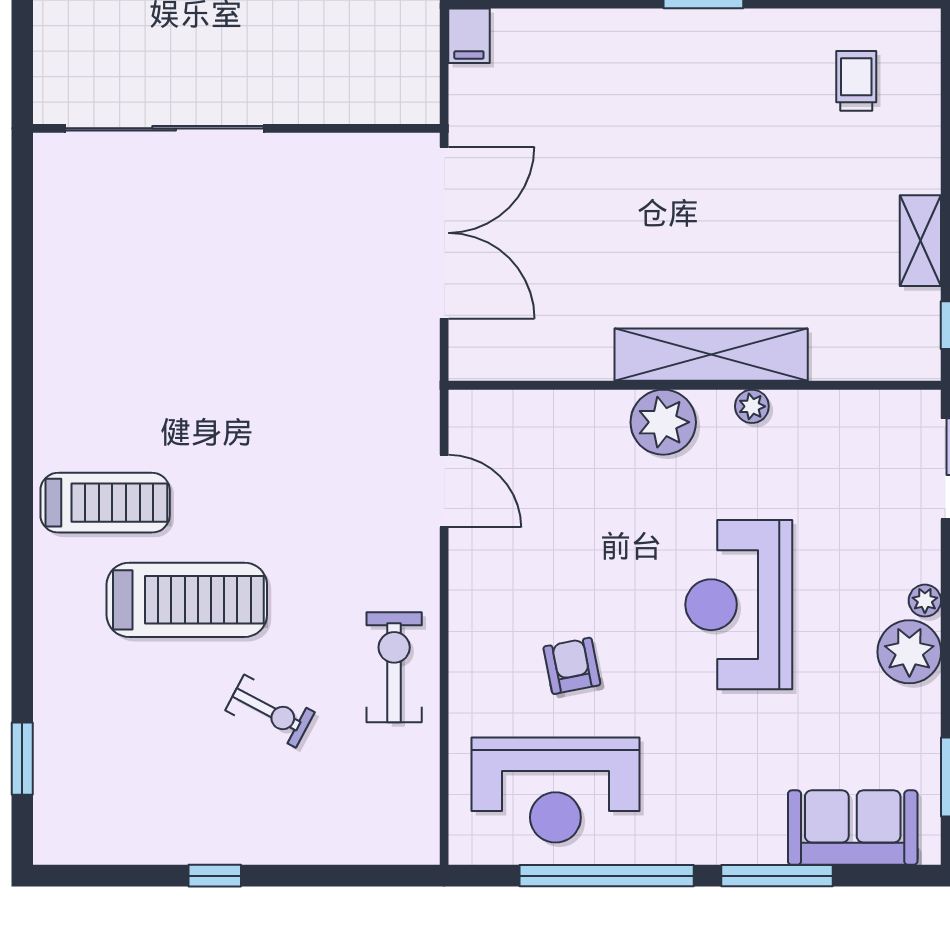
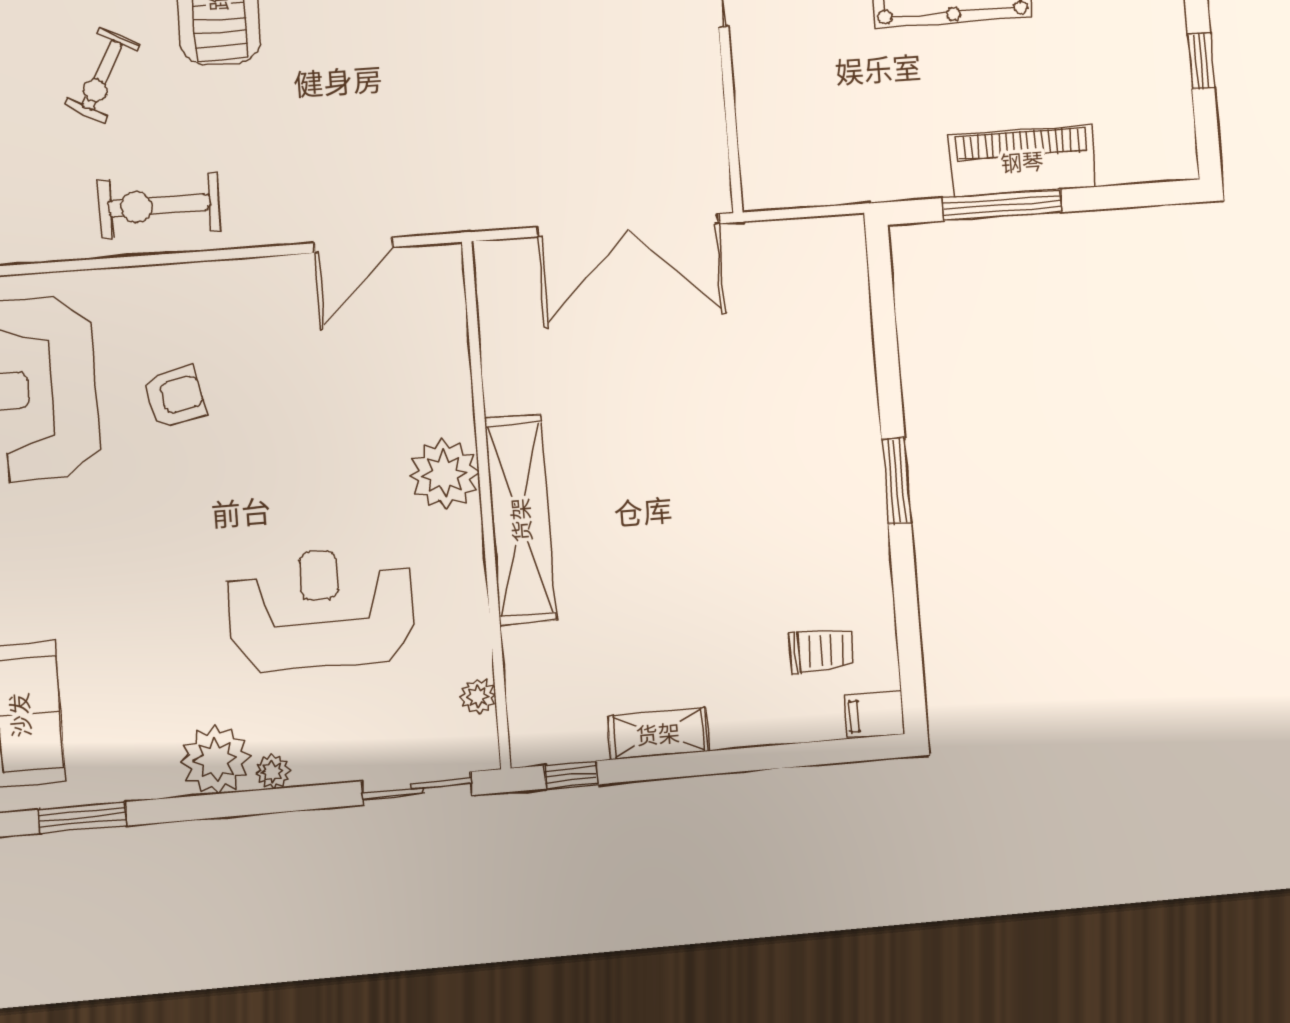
filing cabinet: (469, 36) -> (874, 715), moved
plant: (752, 406) -> (478, 696), moved
reception desk: (739, 605) -> (321, 609), moved
exercise bike: (394, 667) -> (159, 205), turned 180

